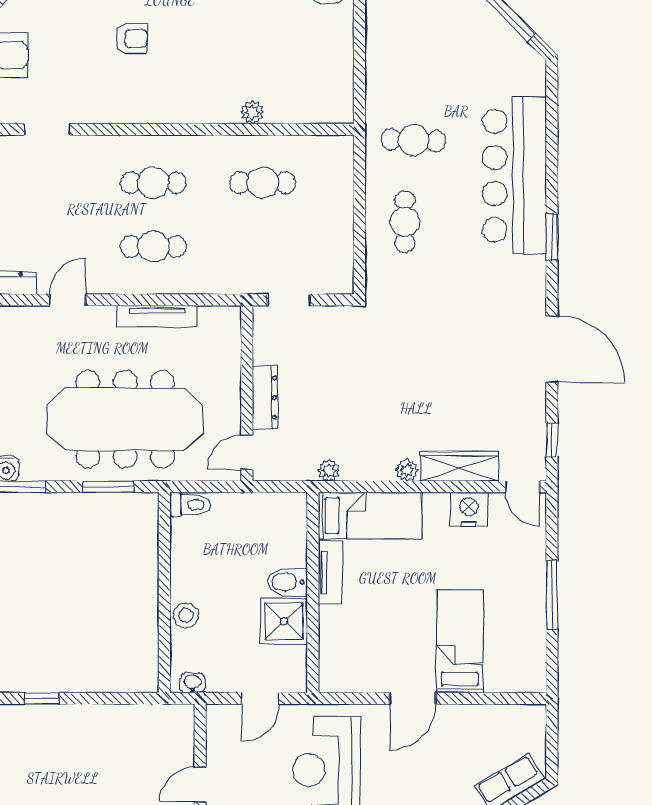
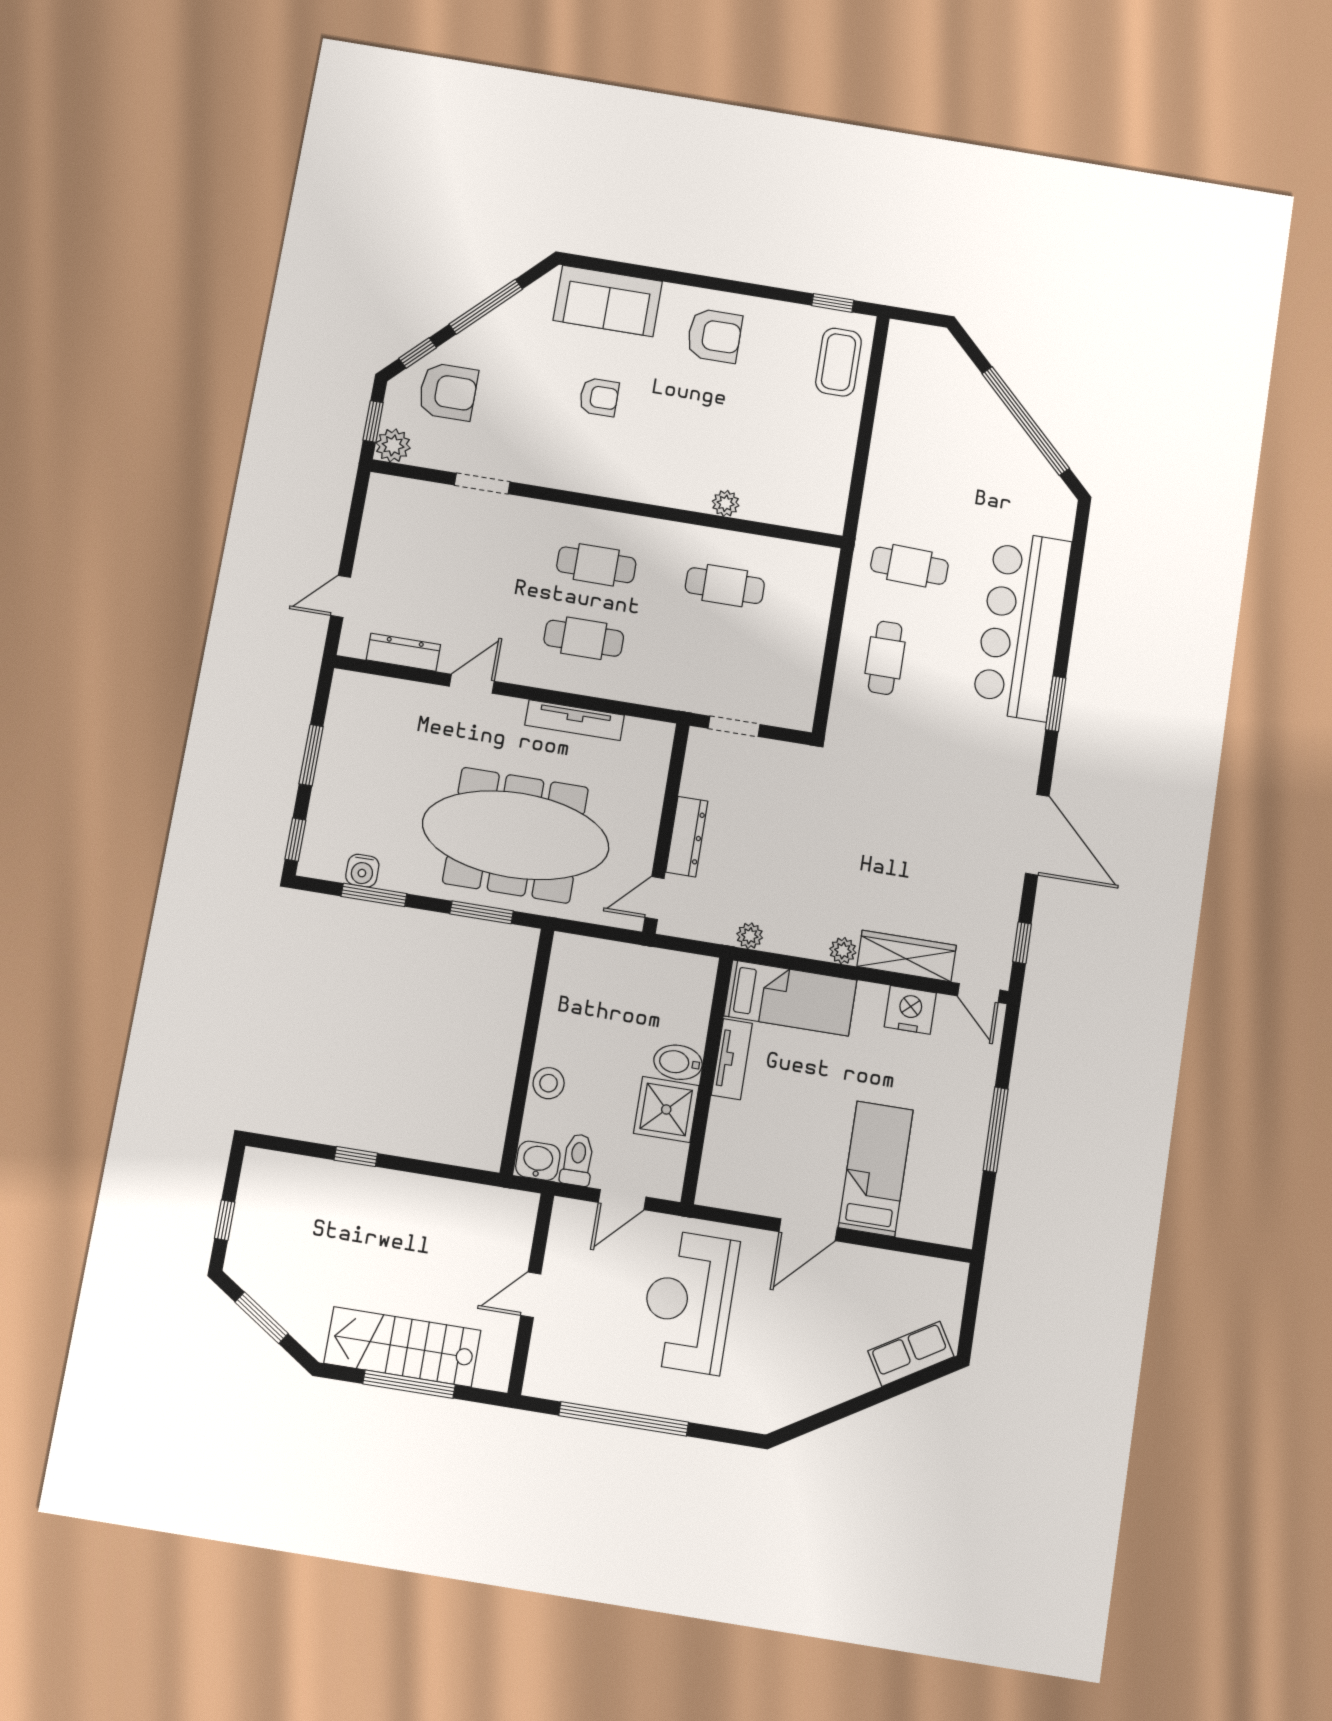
toilet: (190, 505) -> (578, 1160), moved, turned -90
washbasin: (193, 683) -> (538, 1161), width x1.38, depth x1.45

